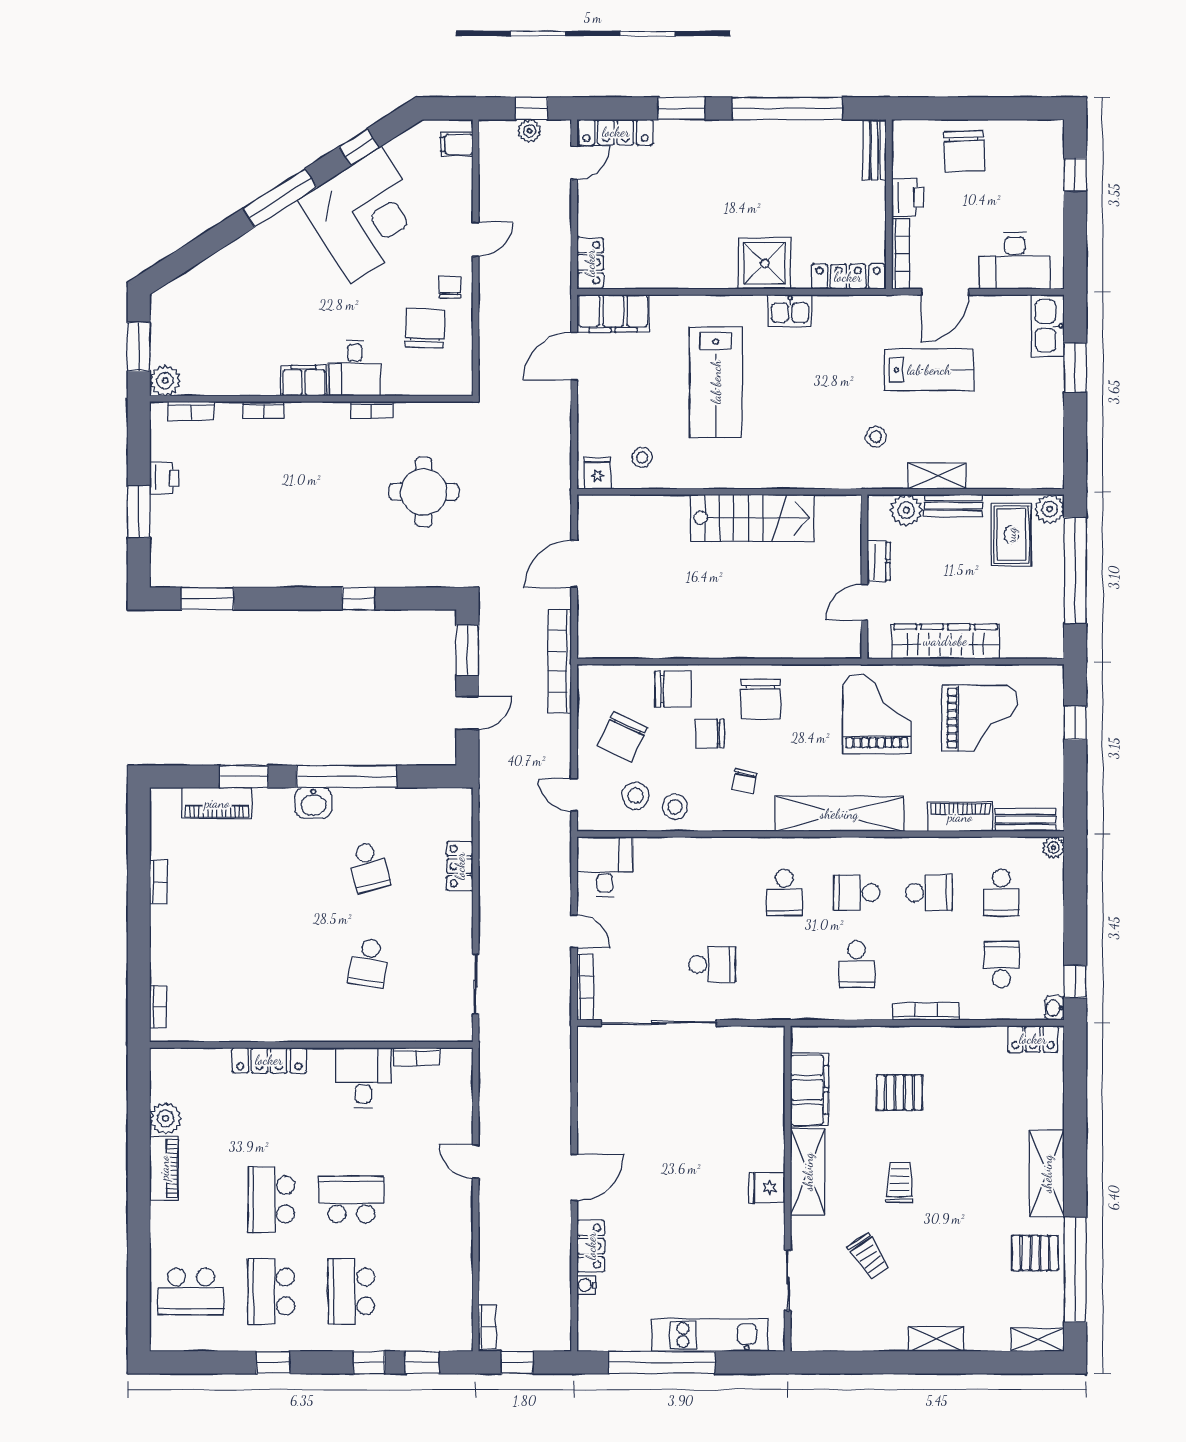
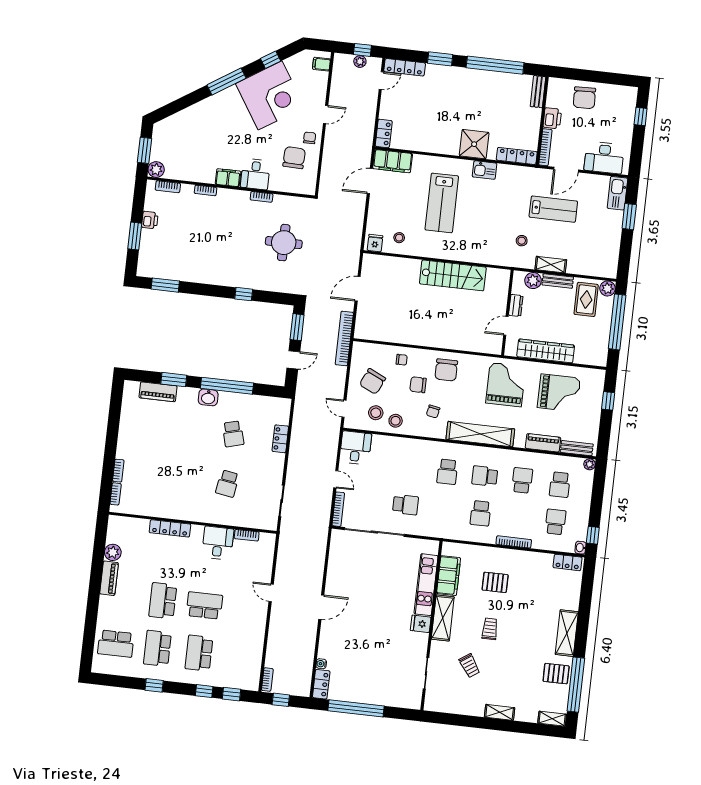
chair: (673, 689) -> (402, 360), width x0.54, depth x0.54
bookcase: (158, 882) -> (118, 471), moved
school desk: (929, 893) -> (522, 480), turned -90
locker: (591, 1246) -> (321, 684), moved
kitchen unit: (710, 1335) -> (426, 585), moved, turned -90

